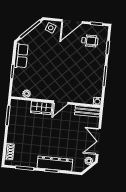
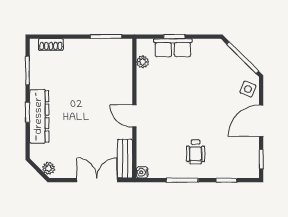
door: (72, 21) -> (261, 121), hinge flipped
wheelchair: (90, 41) -> (196, 152), moved
row of seats: (21, 56) -> (173, 48), moved
wardrobe: (41, 108) -> (123, 87), removed
double door: (98, 142) -> (97, 180), moved

